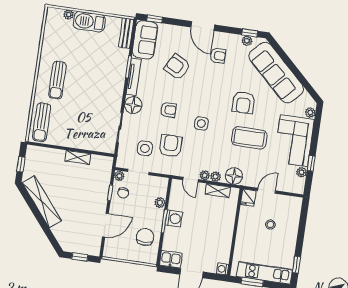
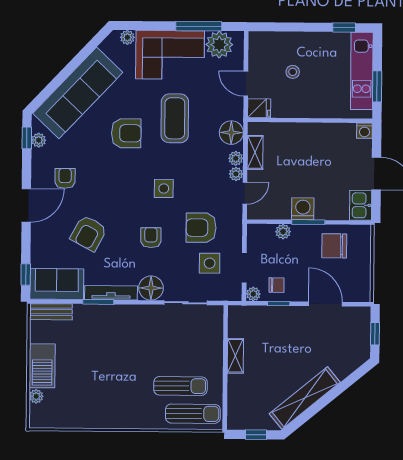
sun lounger: (57, 80) -> (180, 386), moved
window: (311, 163) -> (199, 26), width x2.17
plant: (302, 172) -> (219, 45), width x1.88, depth x1.88

